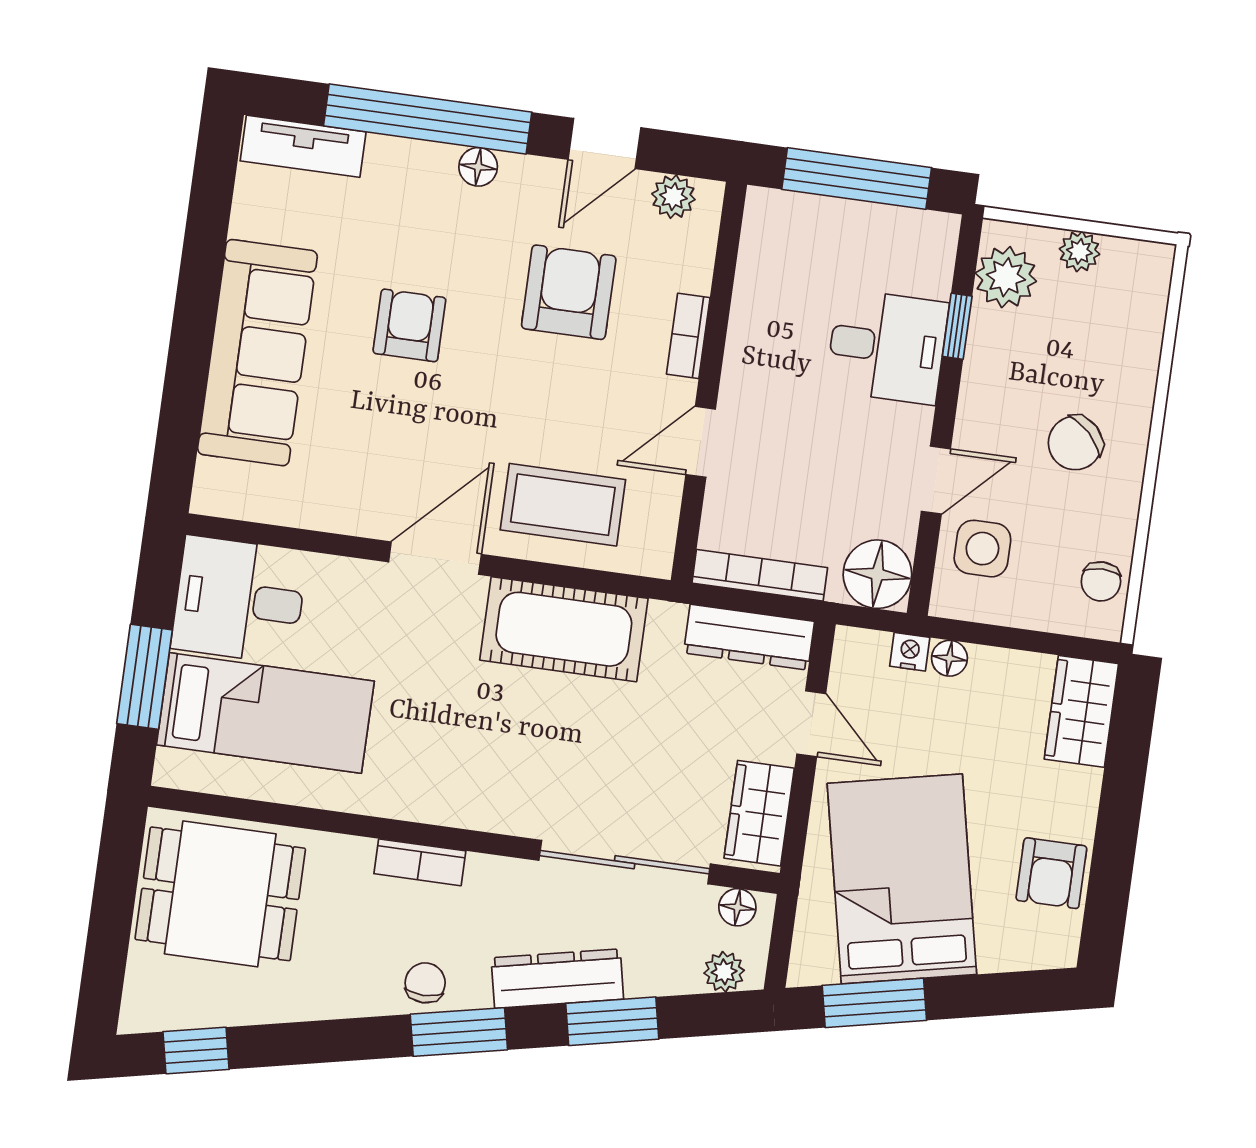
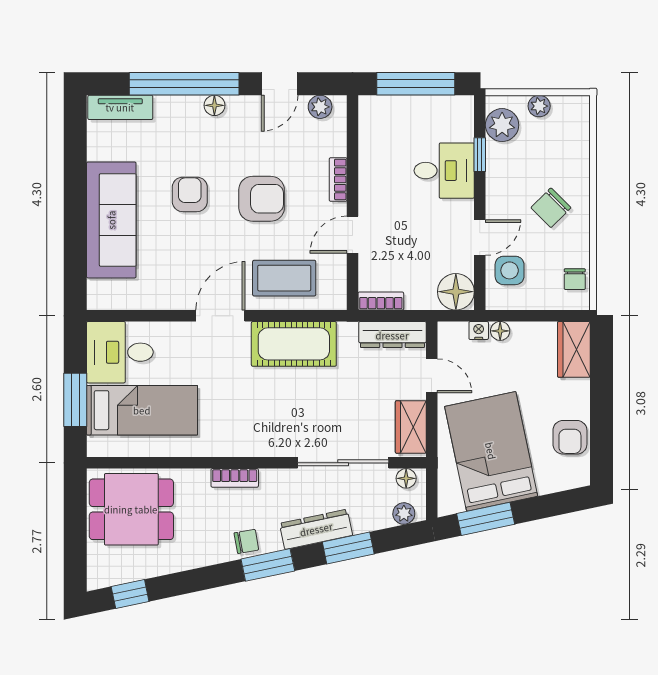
armchair: (569, 292) -> (262, 199), moved, turned 90
bookcase: (760, 575) -> (381, 301), width x0.64
chair: (425, 983) -> (246, 541), turned 80

